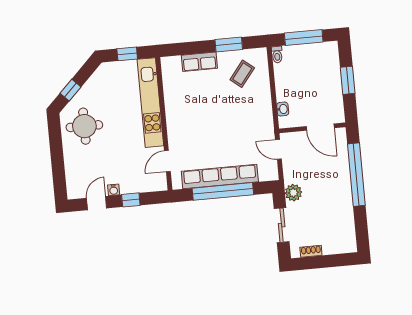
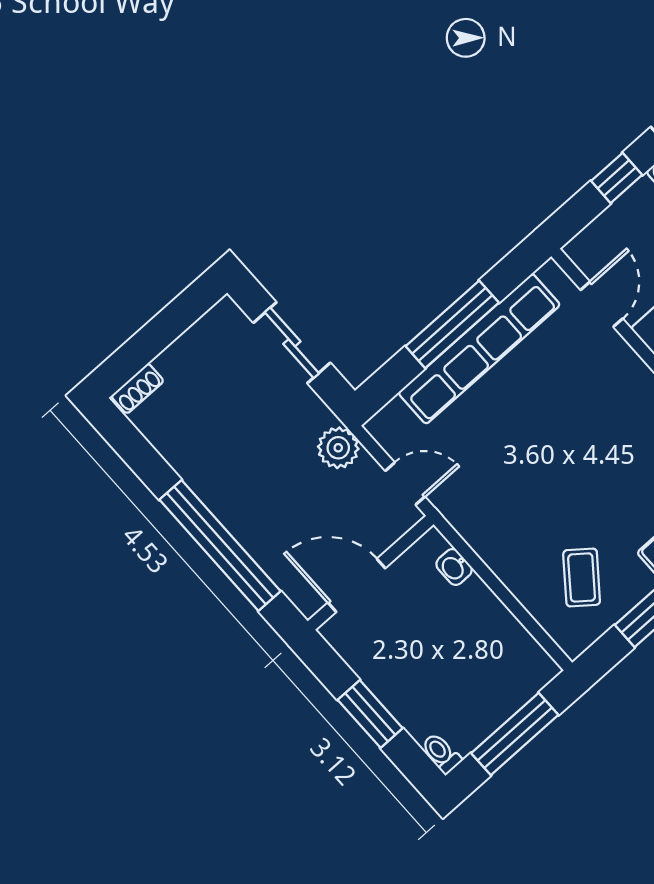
toilet: (277, 55) -> (441, 753), moved
window: (223, 191) -> (452, 324), width x0.68
plant: (293, 193) -> (338, 448), moved
shoe rack: (311, 251) -> (137, 389), moved

